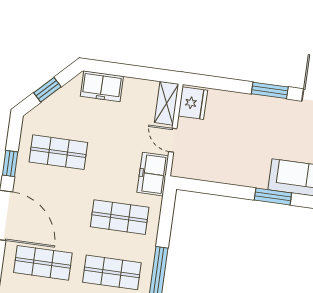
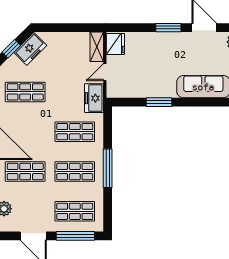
freezer: (102, 86) -> (30, 49), moved, turned -45
door: (173, 140) -> (105, 72), hinge flipped
window: (273, 197) -> (159, 102), moved

